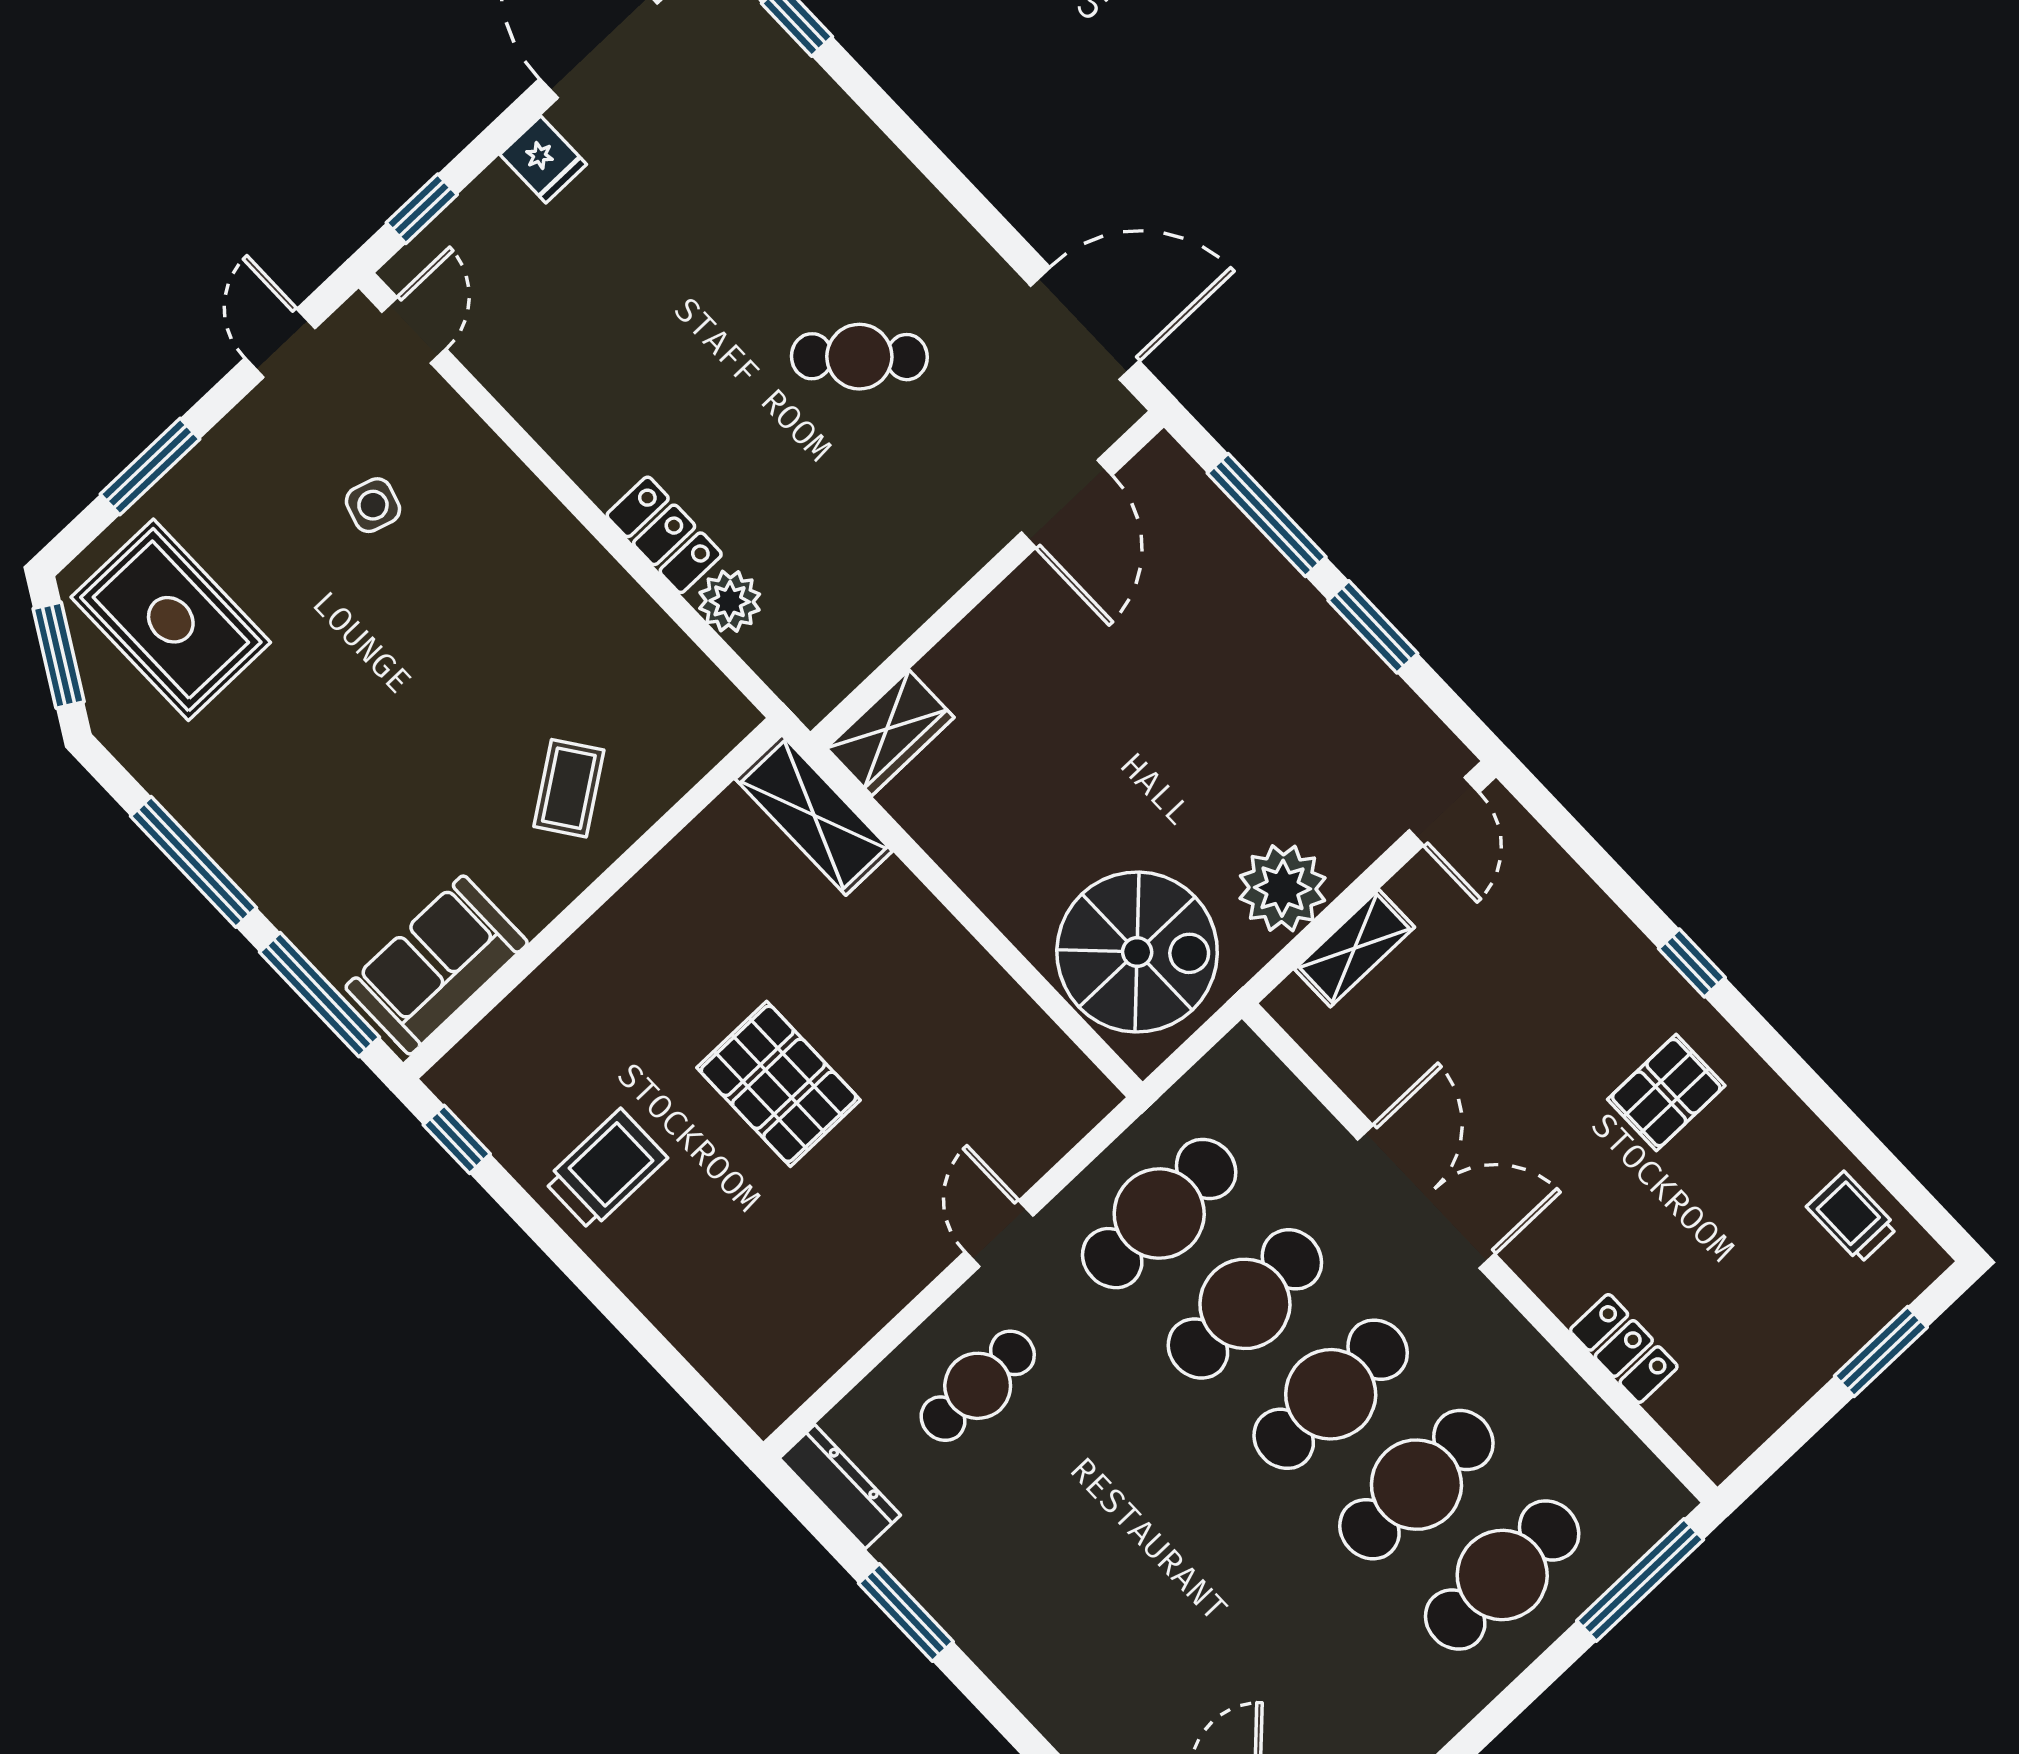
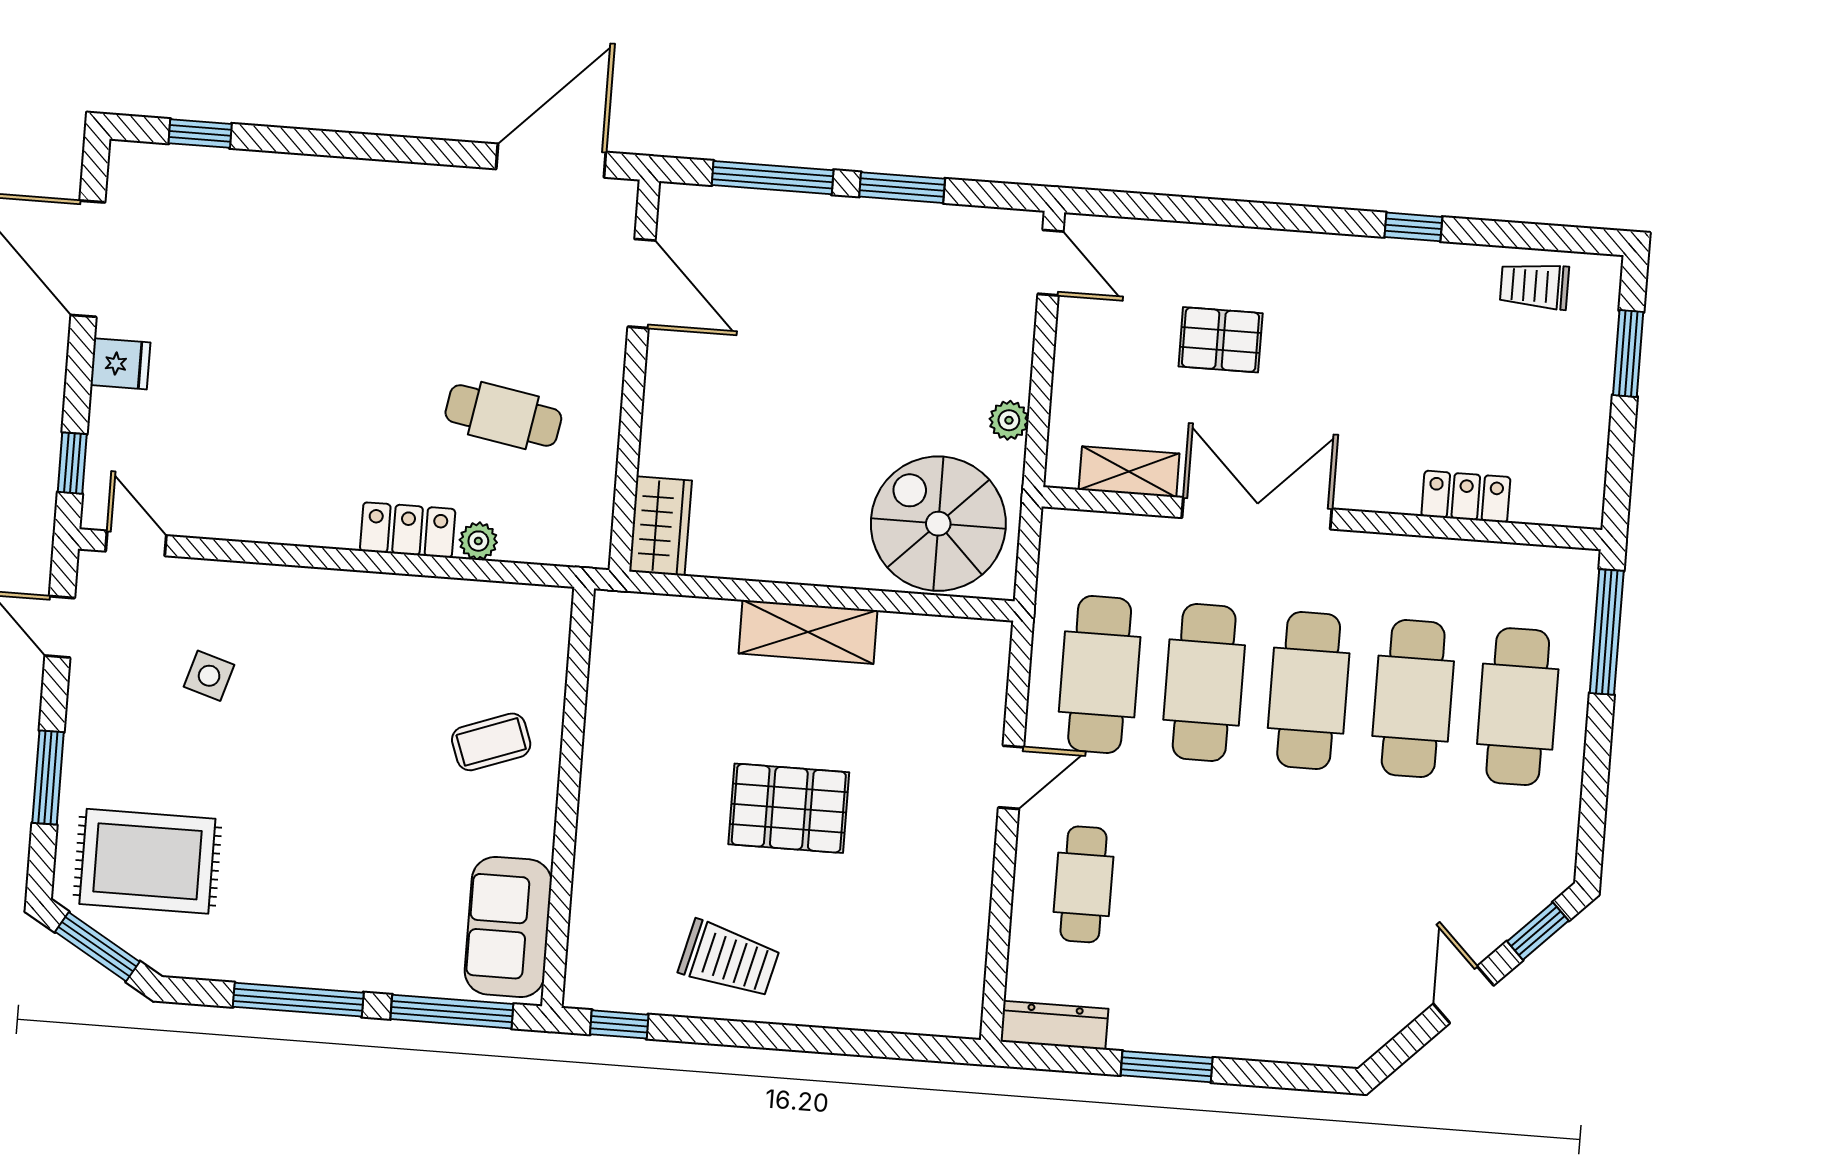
cafe table: (859, 357) -> (503, 415), moved, turned 56
plant: (730, 601) -> (478, 541), width x0.73, depth x0.73
coffee table: (569, 788) -> (491, 742), turned -75
shelving: (814, 815) -> (808, 632), moved
plant: (1283, 888) -> (1009, 420), width x0.53, depth x0.53
shelving: (1354, 948) -> (1129, 472), moved, turned 90
spiral stairs: (1137, 952) -> (938, 524), turned -90
window: (1692, 963) -> (1413, 227), moved
pallet: (1666, 1093) -> (1221, 340), moved, turned 90
trolley: (606, 1169) -> (729, 959), turned 104
door: (999, 1234) -> (1011, 777), swing flipped

